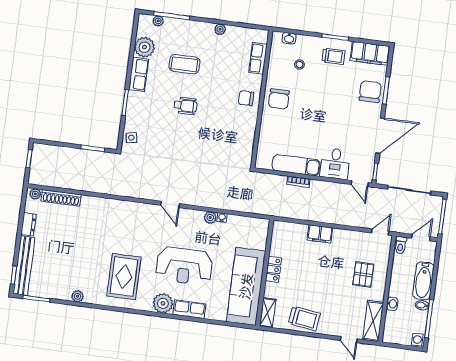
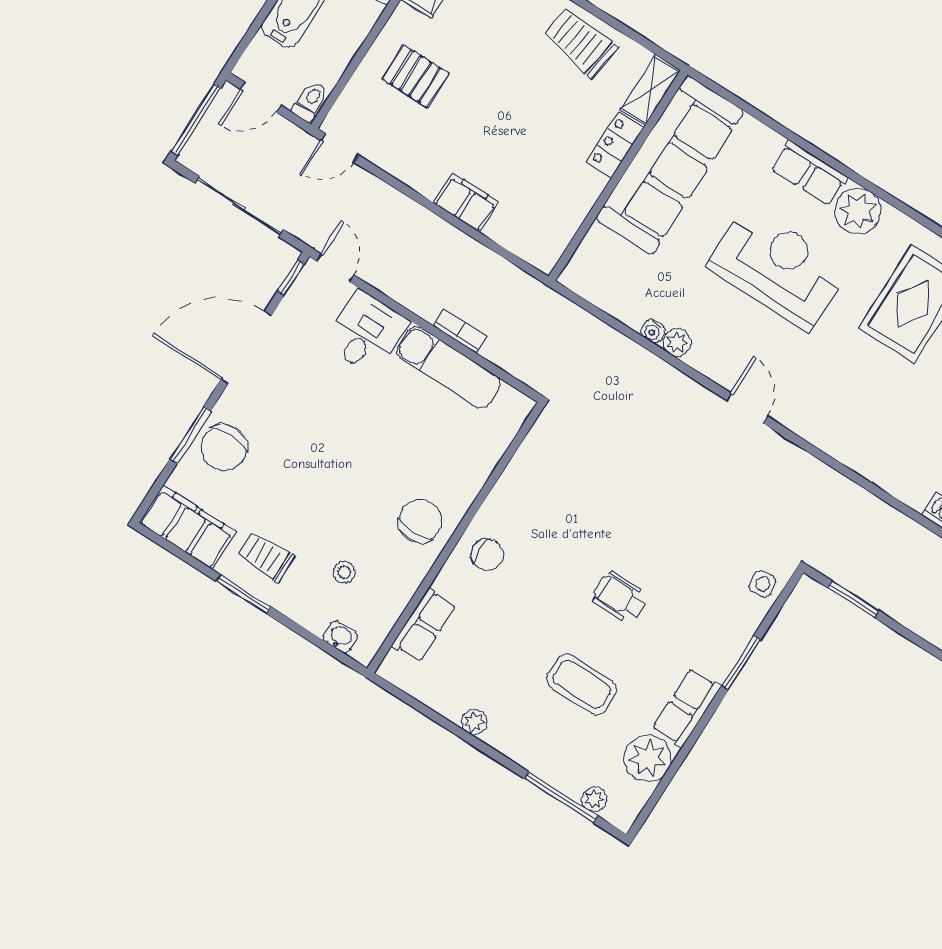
locker: (273, 269) -> (615, 145), moved
pallet: (363, 275) -> (416, 76), turned 90

